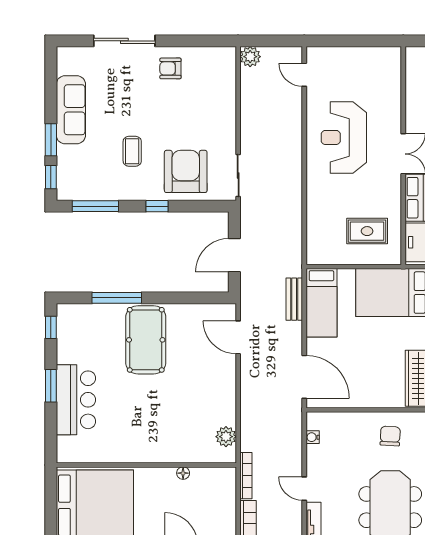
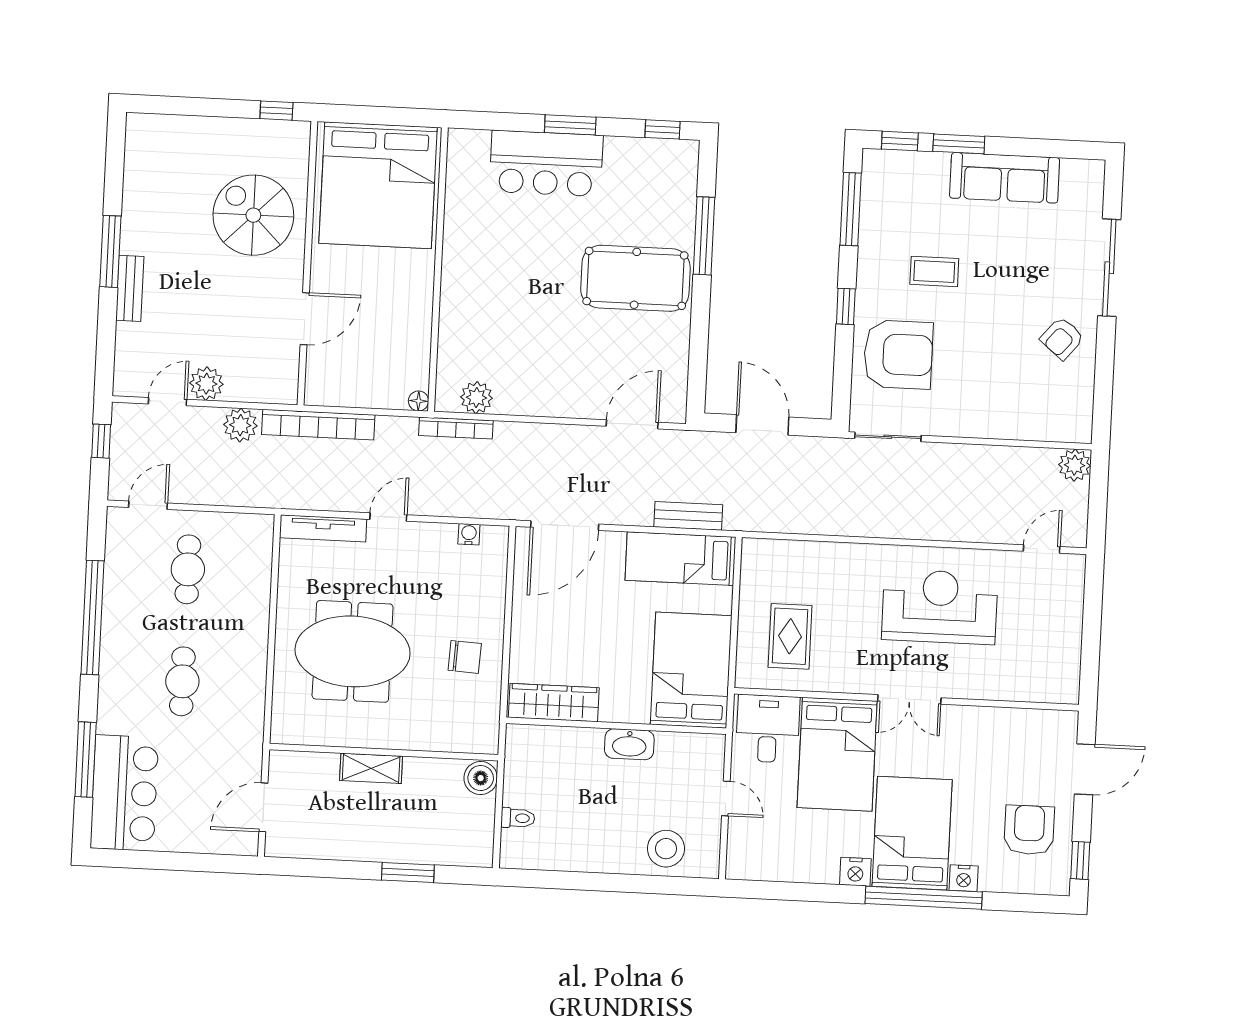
armchair: (170, 68) -> (1062, 338), turned -140
floor lamp: (183, 473) -> (419, 401), moved
bookcase: (246, 476) -> (456, 428), moved

